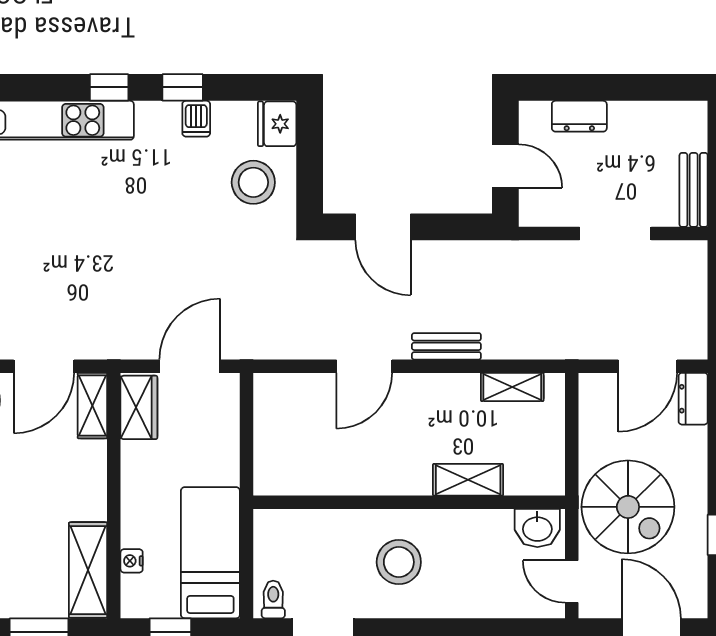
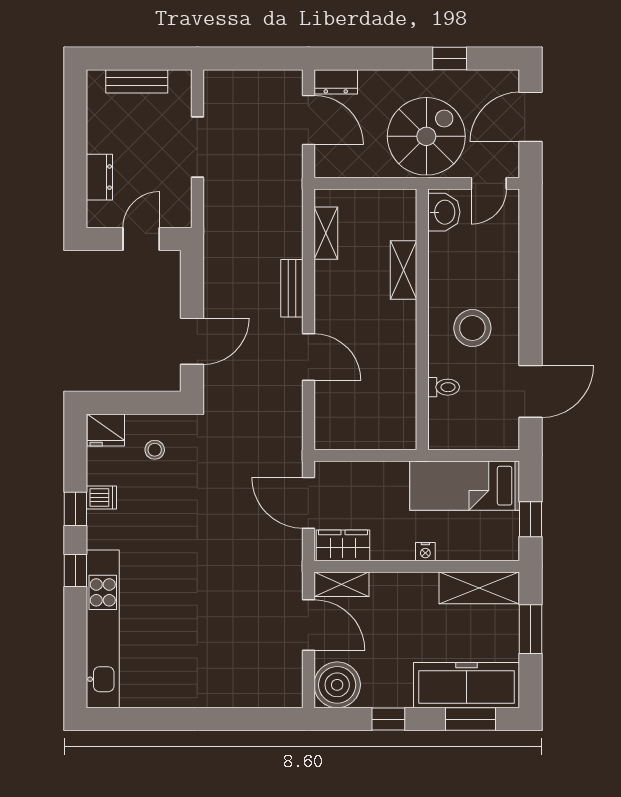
stool: (253, 182) -> (155, 450), width x0.53, depth x0.53
bench: (694, 190) -> (137, 81), moved
nightstand: (132, 561) -> (425, 552), moved
toilet: (273, 599) -> (444, 387), moved, turned 180

